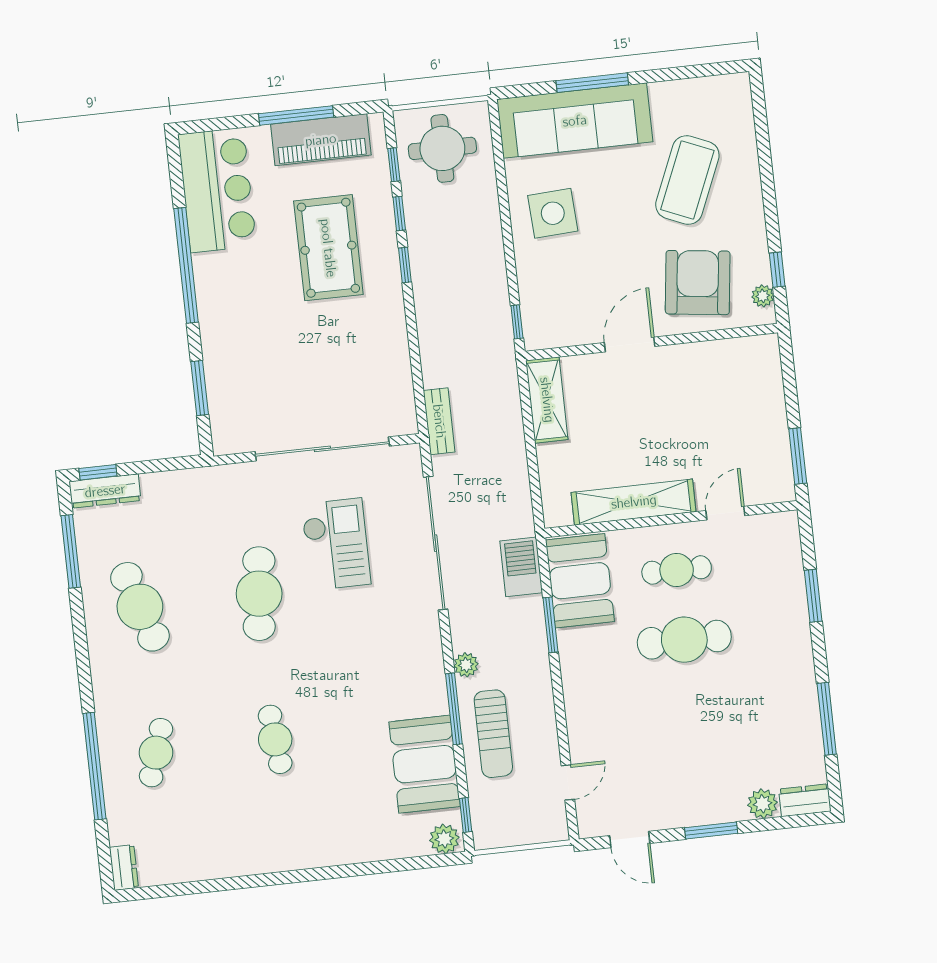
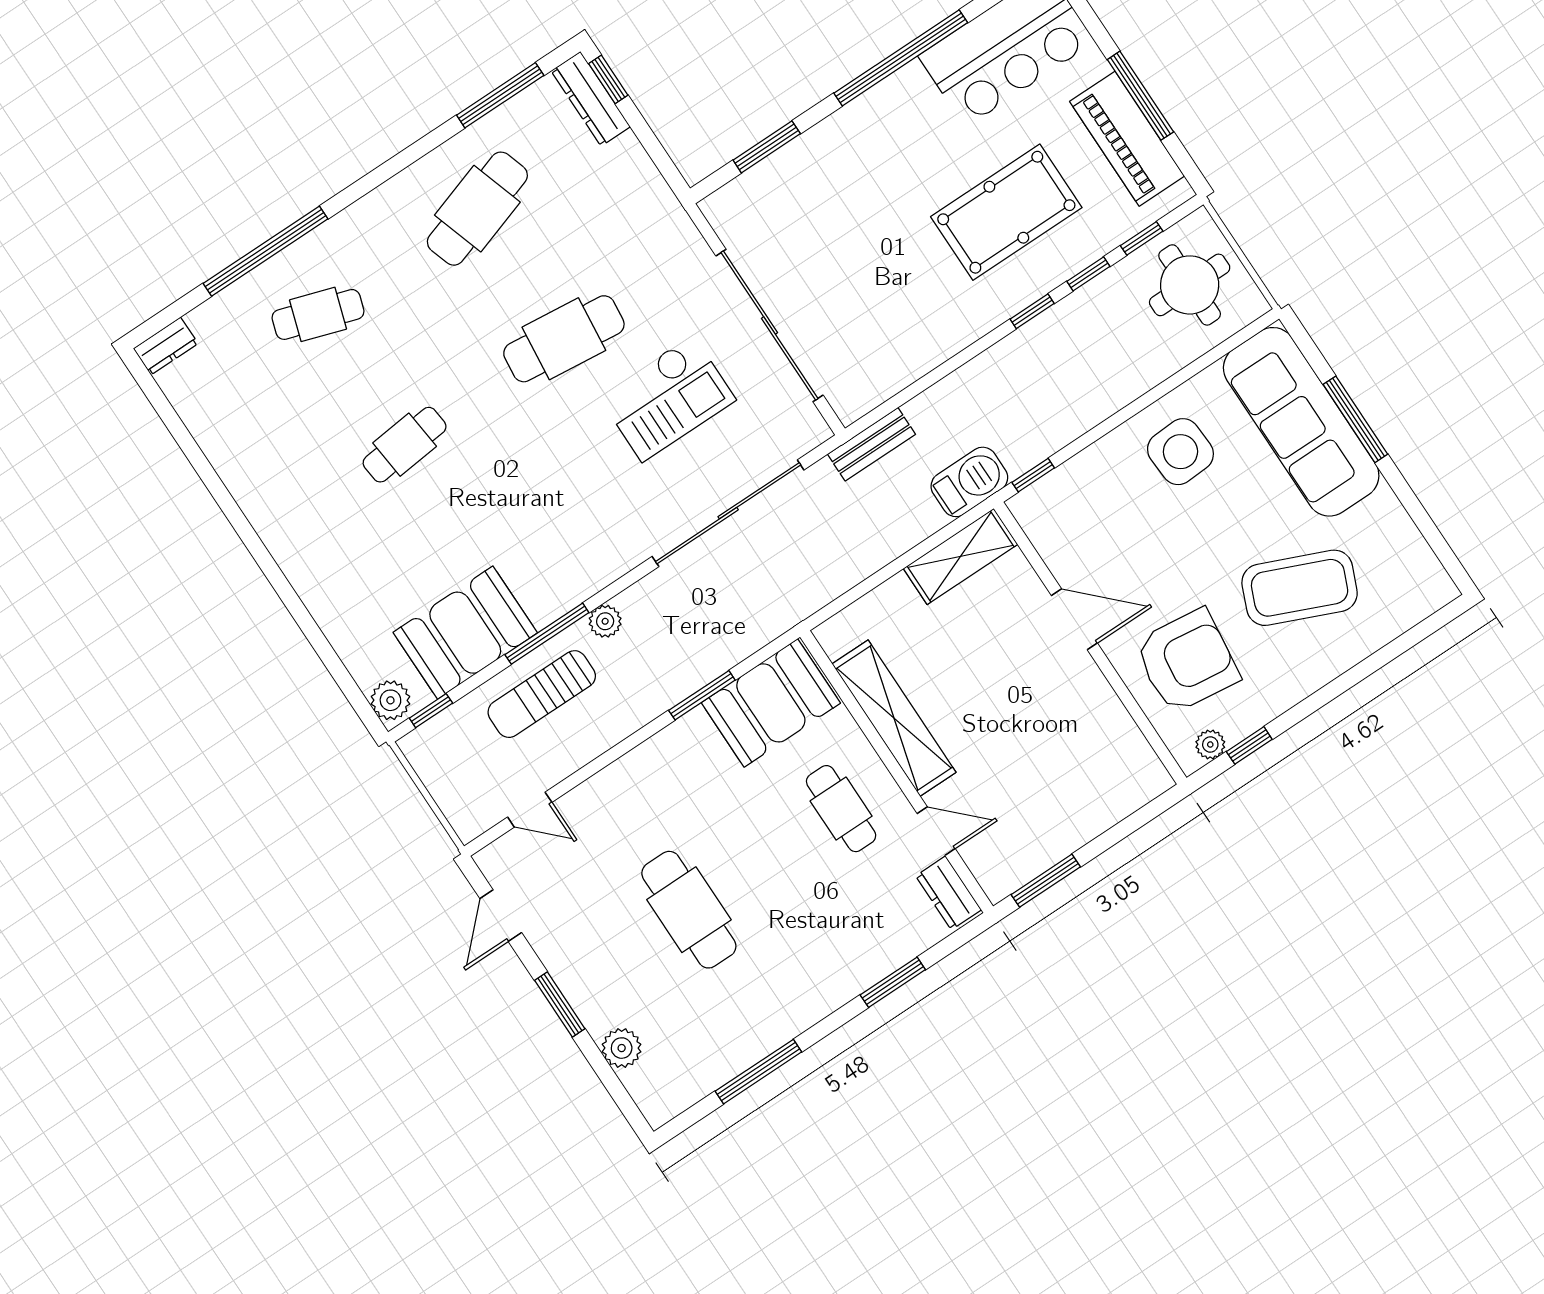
barbecue: (521, 567) -> (969, 482), moved
cafe table: (684, 640) -> (689, 910), moved
dresser: (805, 800) -> (948, 893), moved, turned 180

